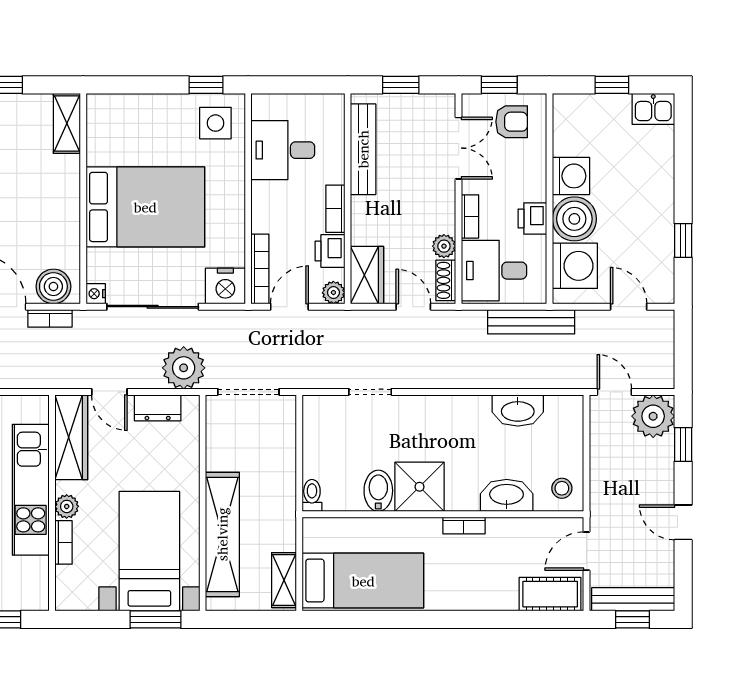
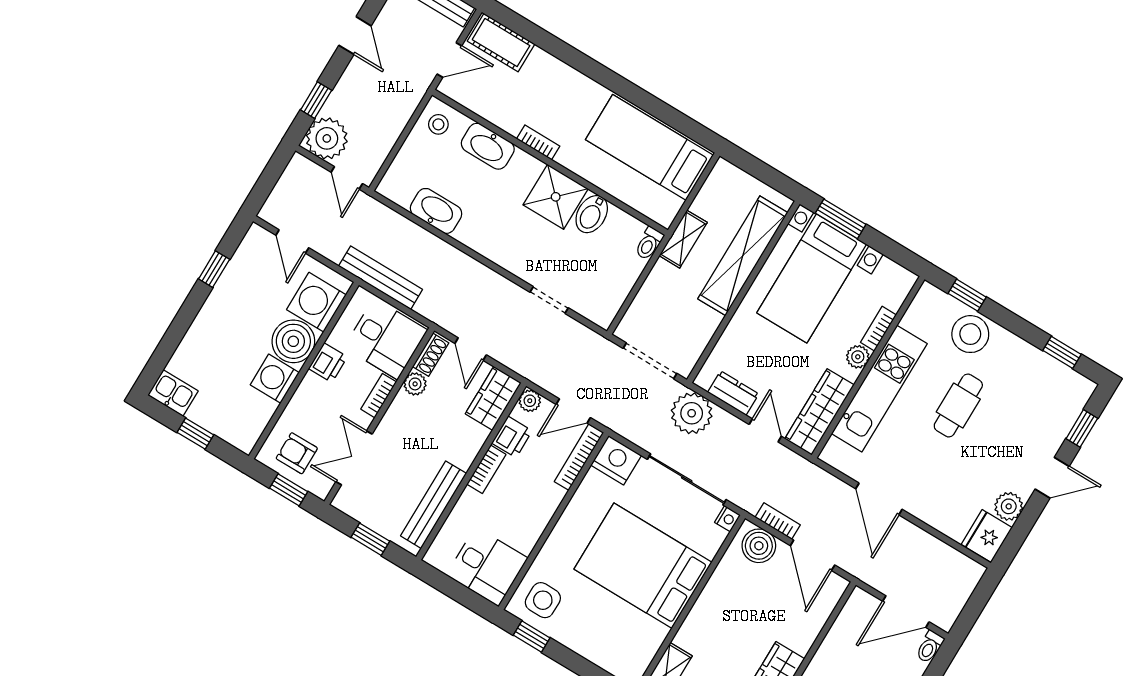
desk: (283, 150) -> (487, 567), moved
shelving: (284, 580) -> (683, 239), moved

